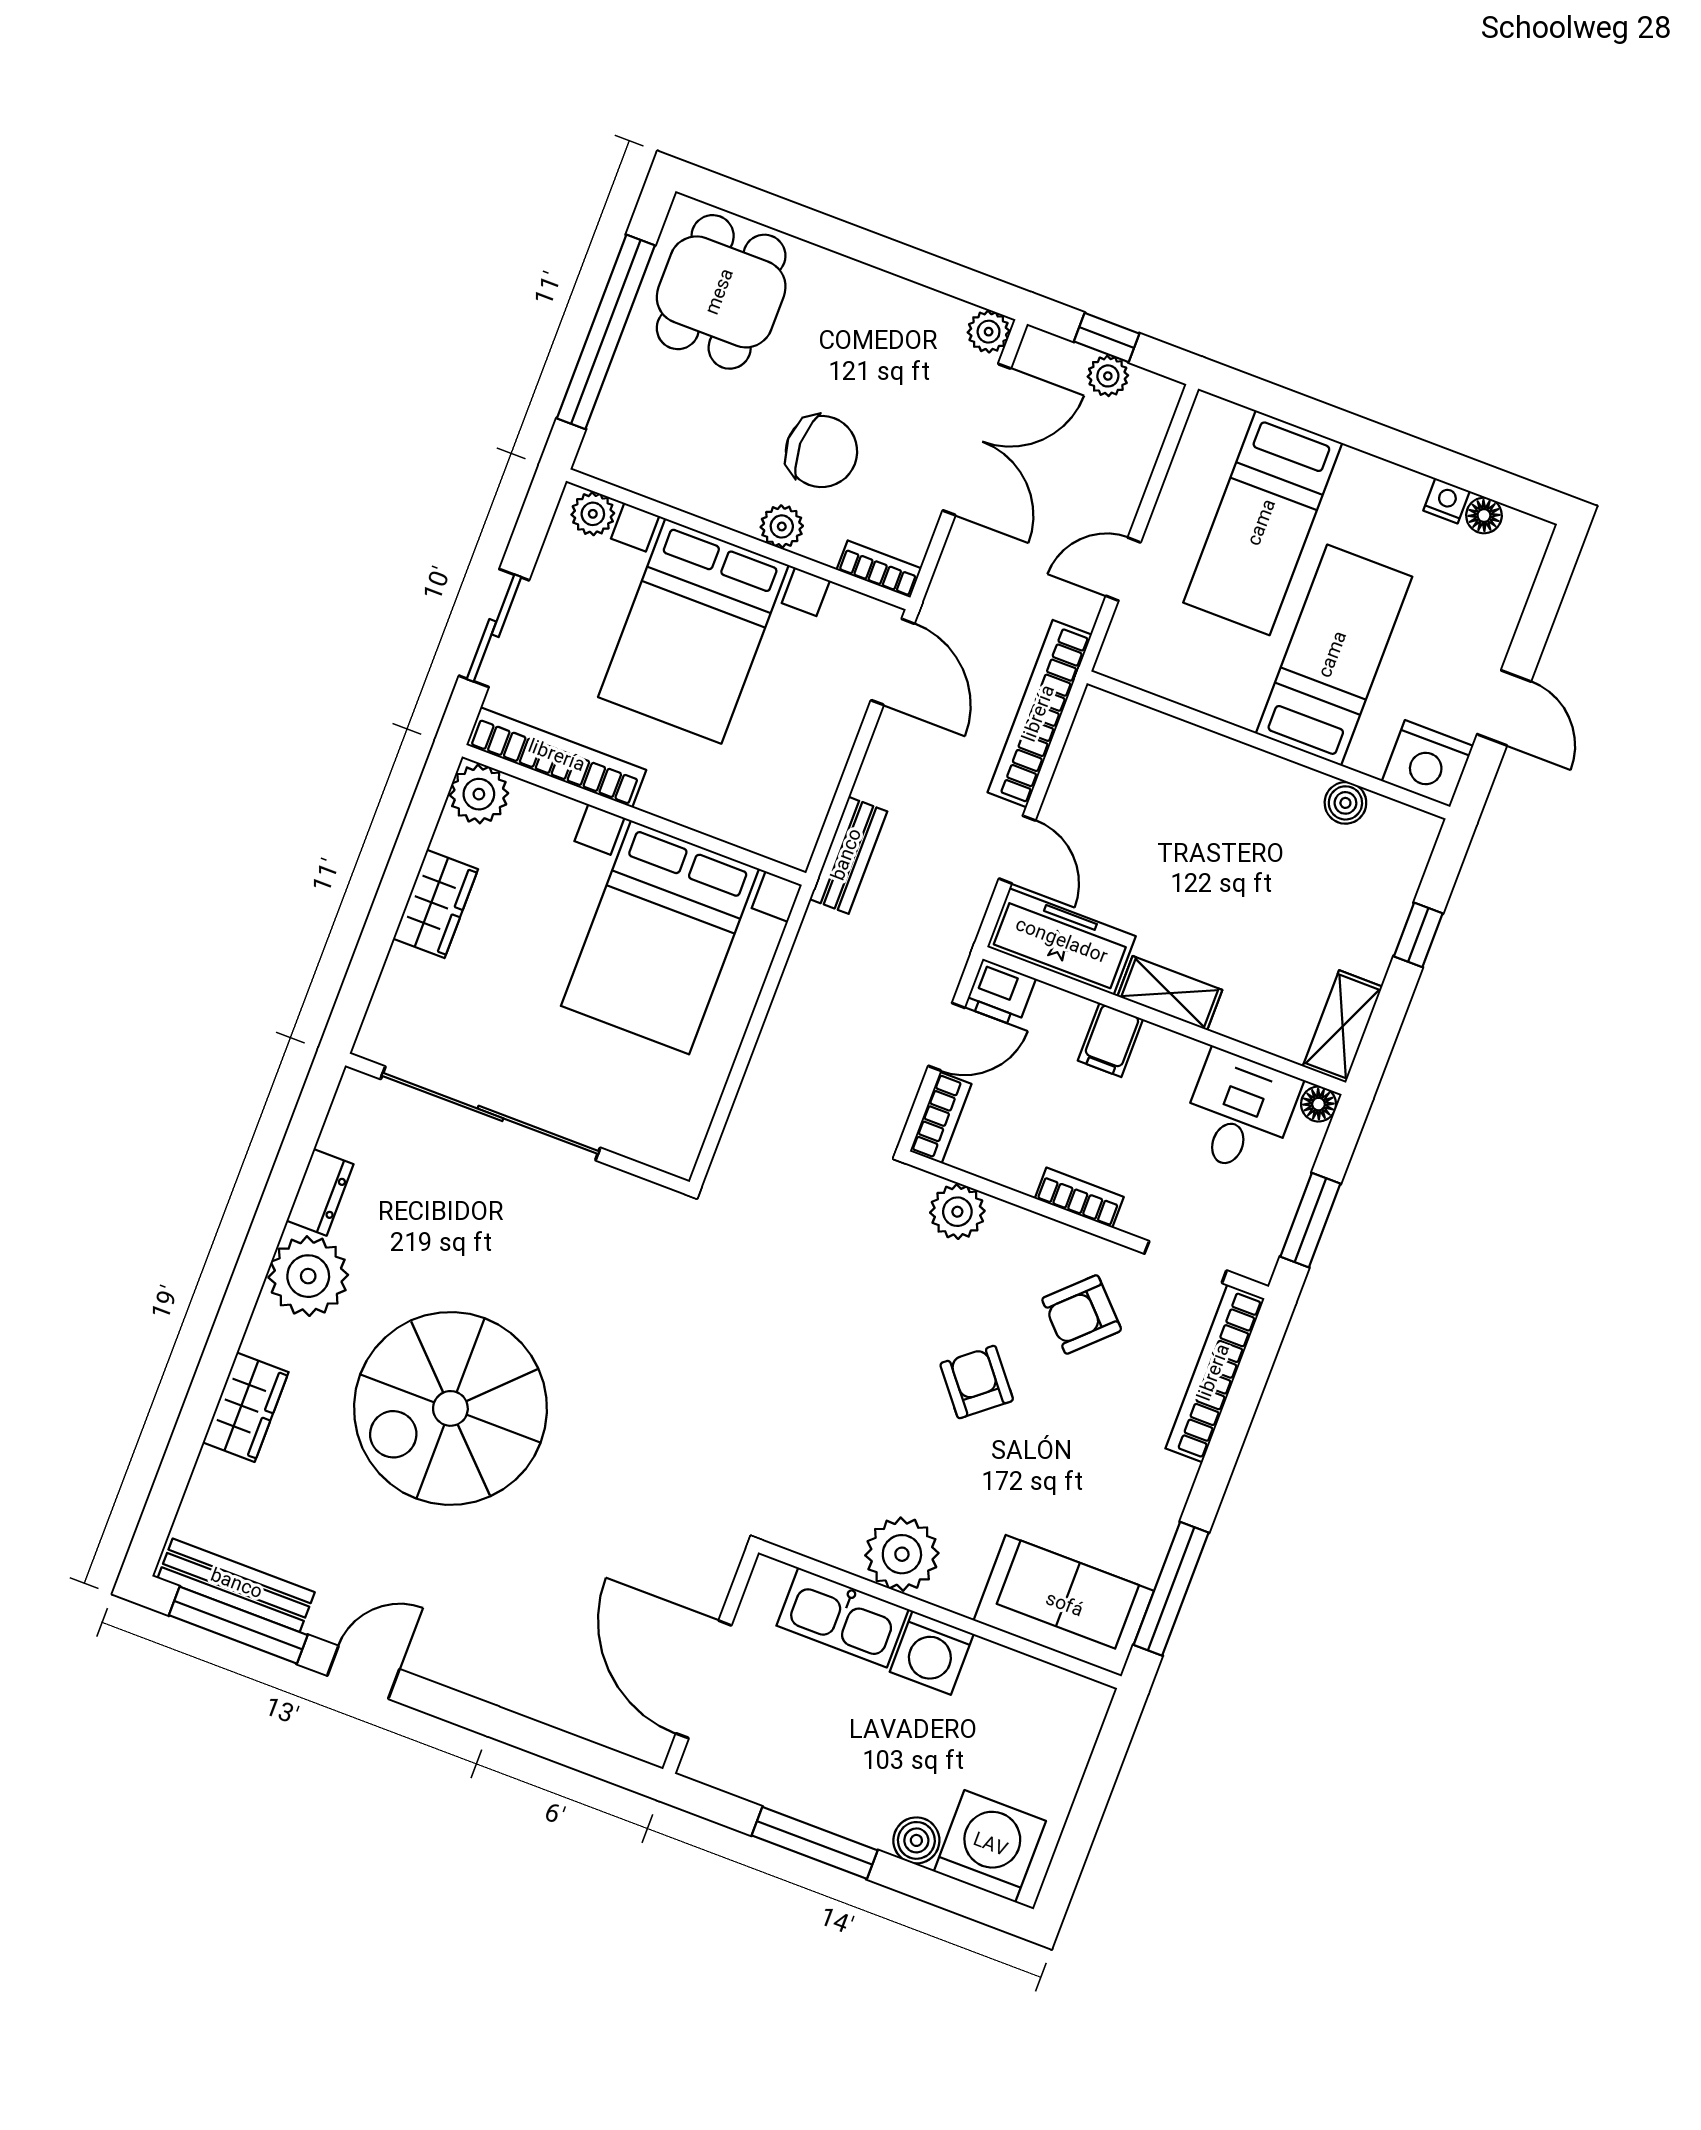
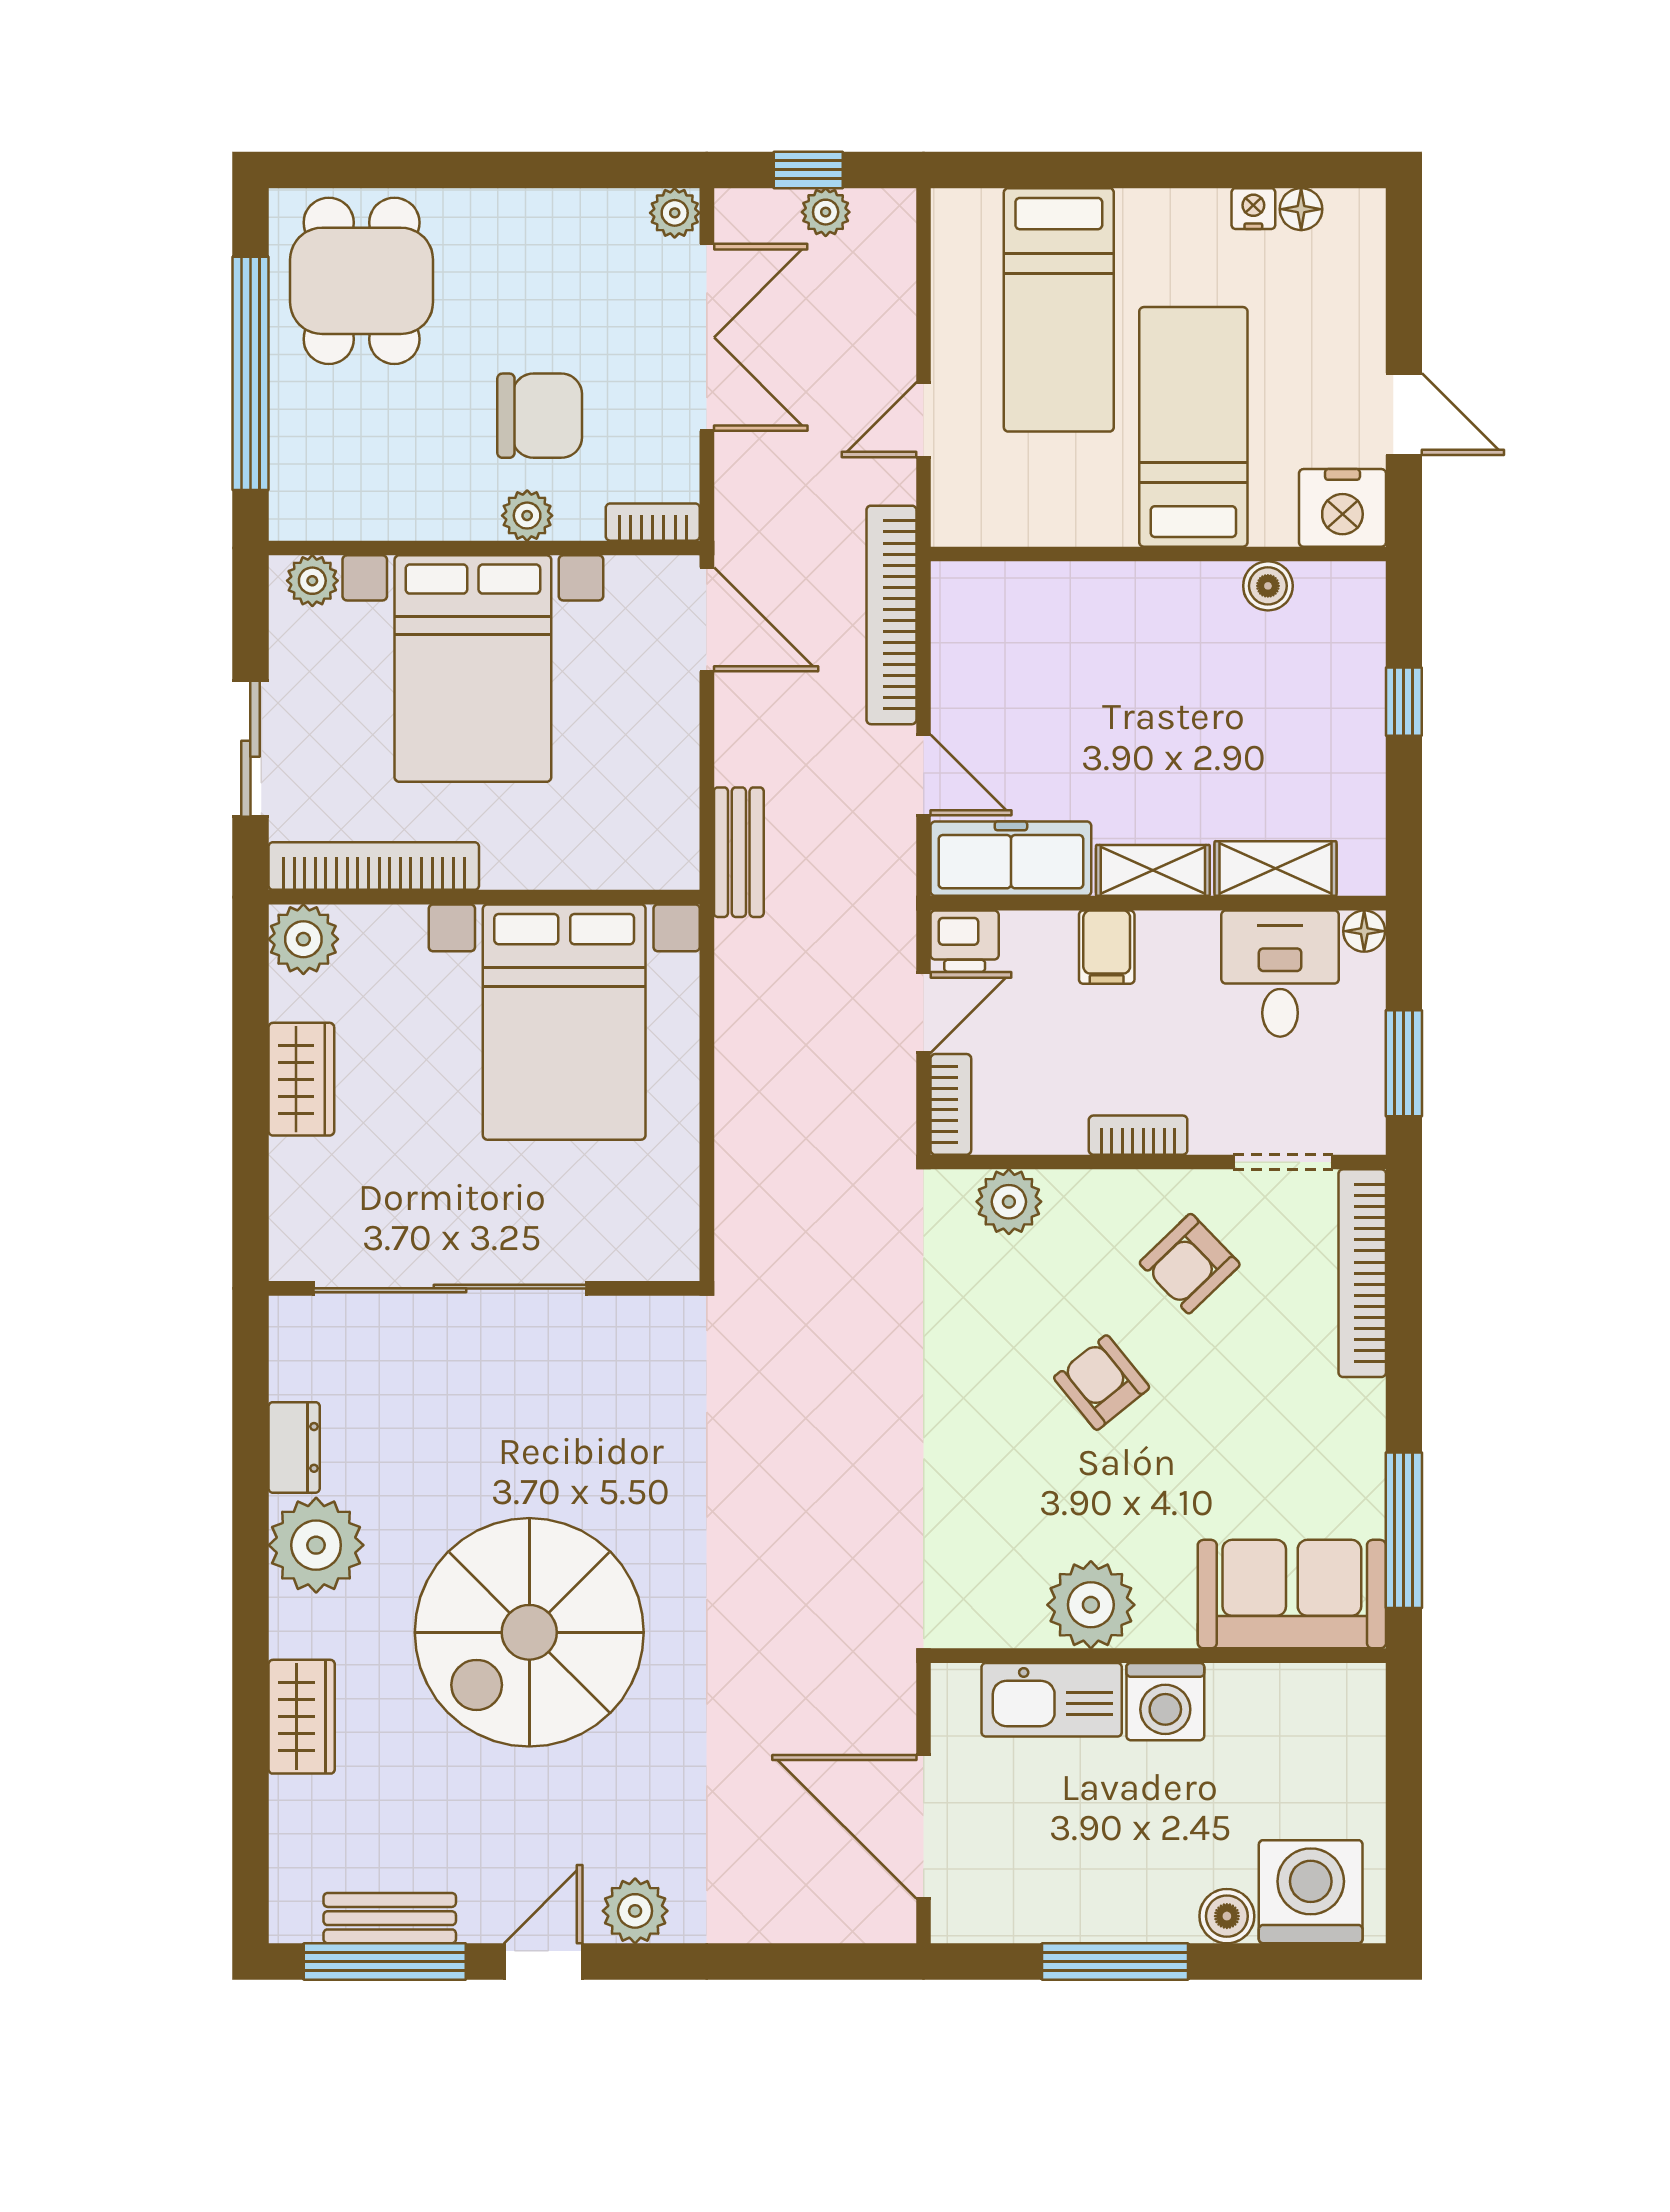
shelving: (1343, 1026) -> (1275, 868), moved, turned 90
bench: (236, 1585) -> (390, 1918), width x0.73
plant: (451, 1660) -> (635, 1911), added

